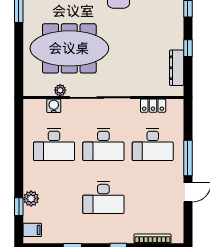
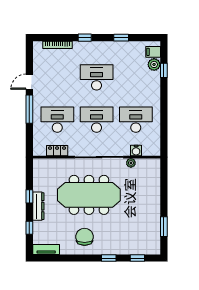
meeting table: (69, 48) -> (89, 195), moved
dresser: (177, 68) -> (38, 206), moved
plant: (31, 199) -> (154, 64), moved

